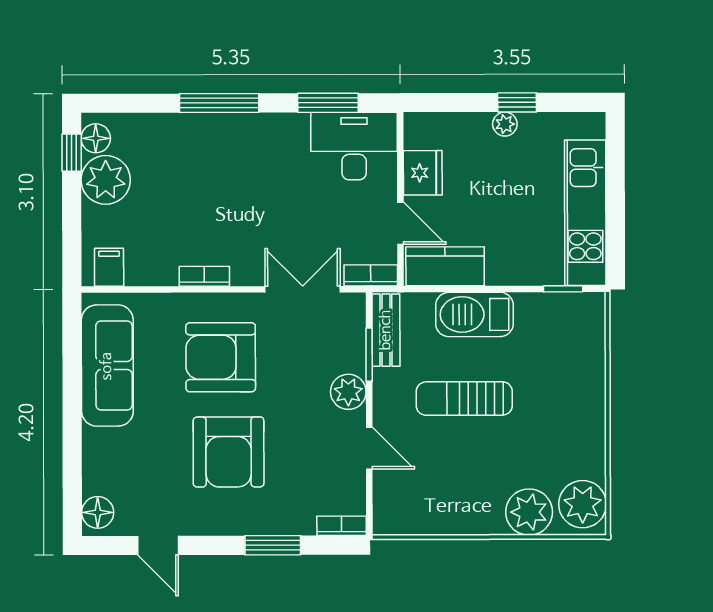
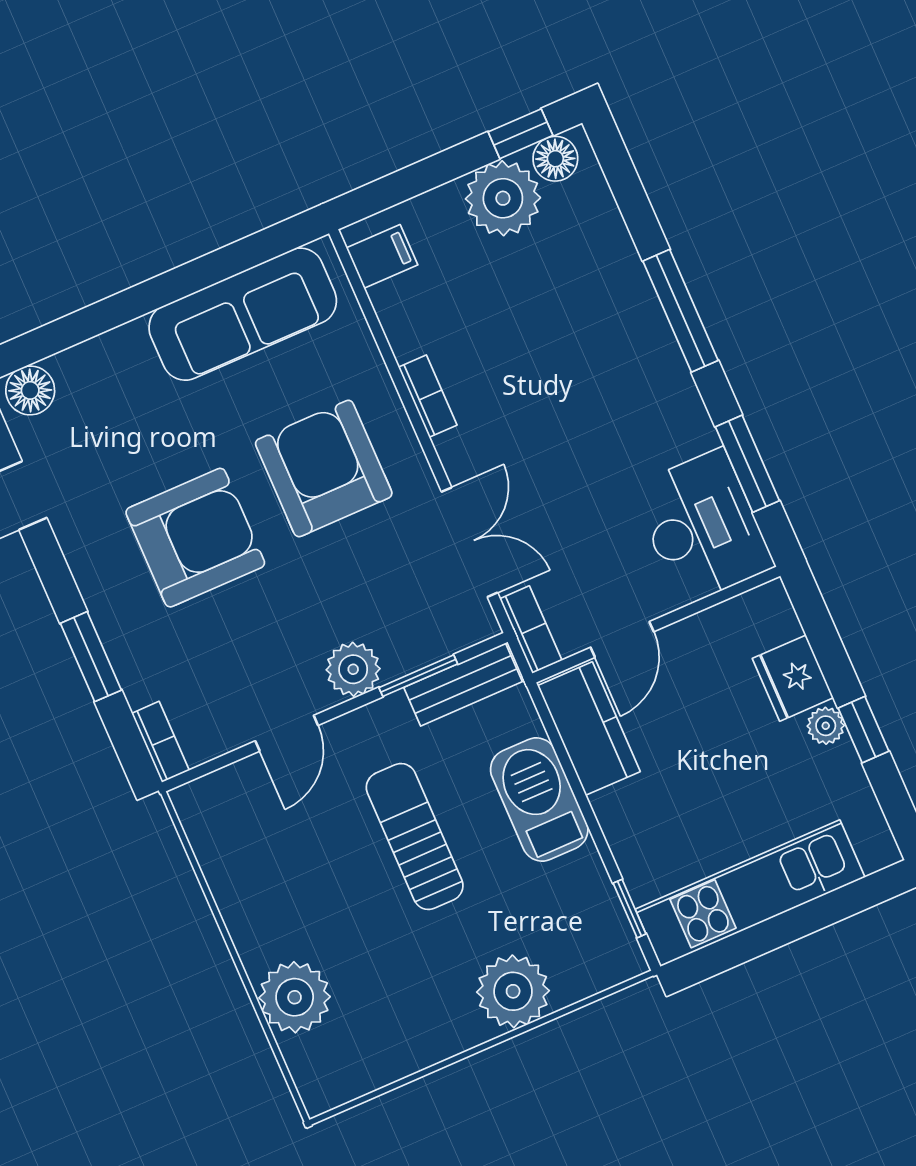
fridge: (423, 173) -> (793, 678), moved, turned 90
armchair: (229, 452) -> (195, 538), turned 180
plant: (583, 504) -> (513, 991), moved

